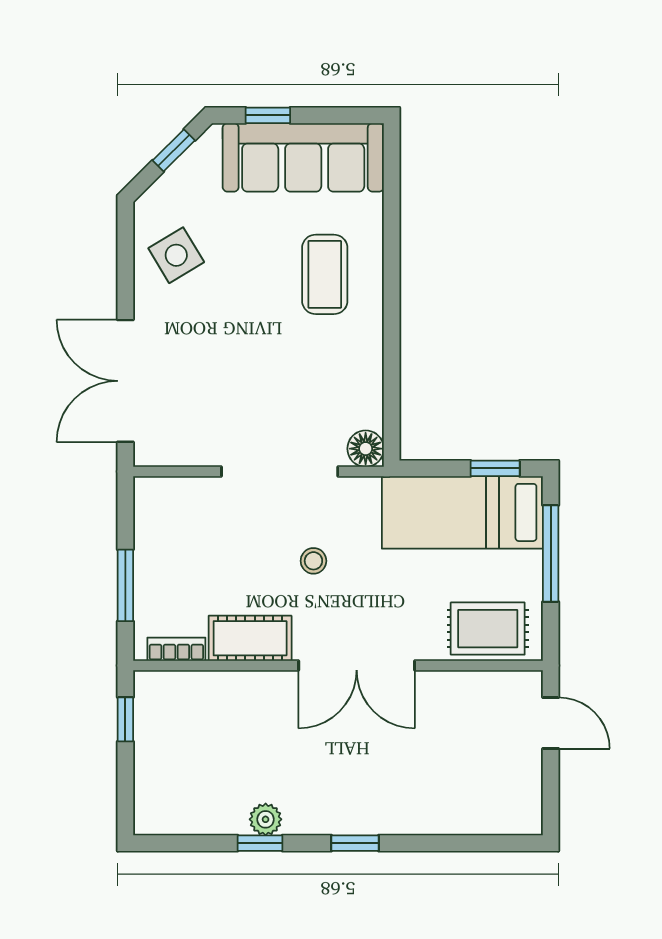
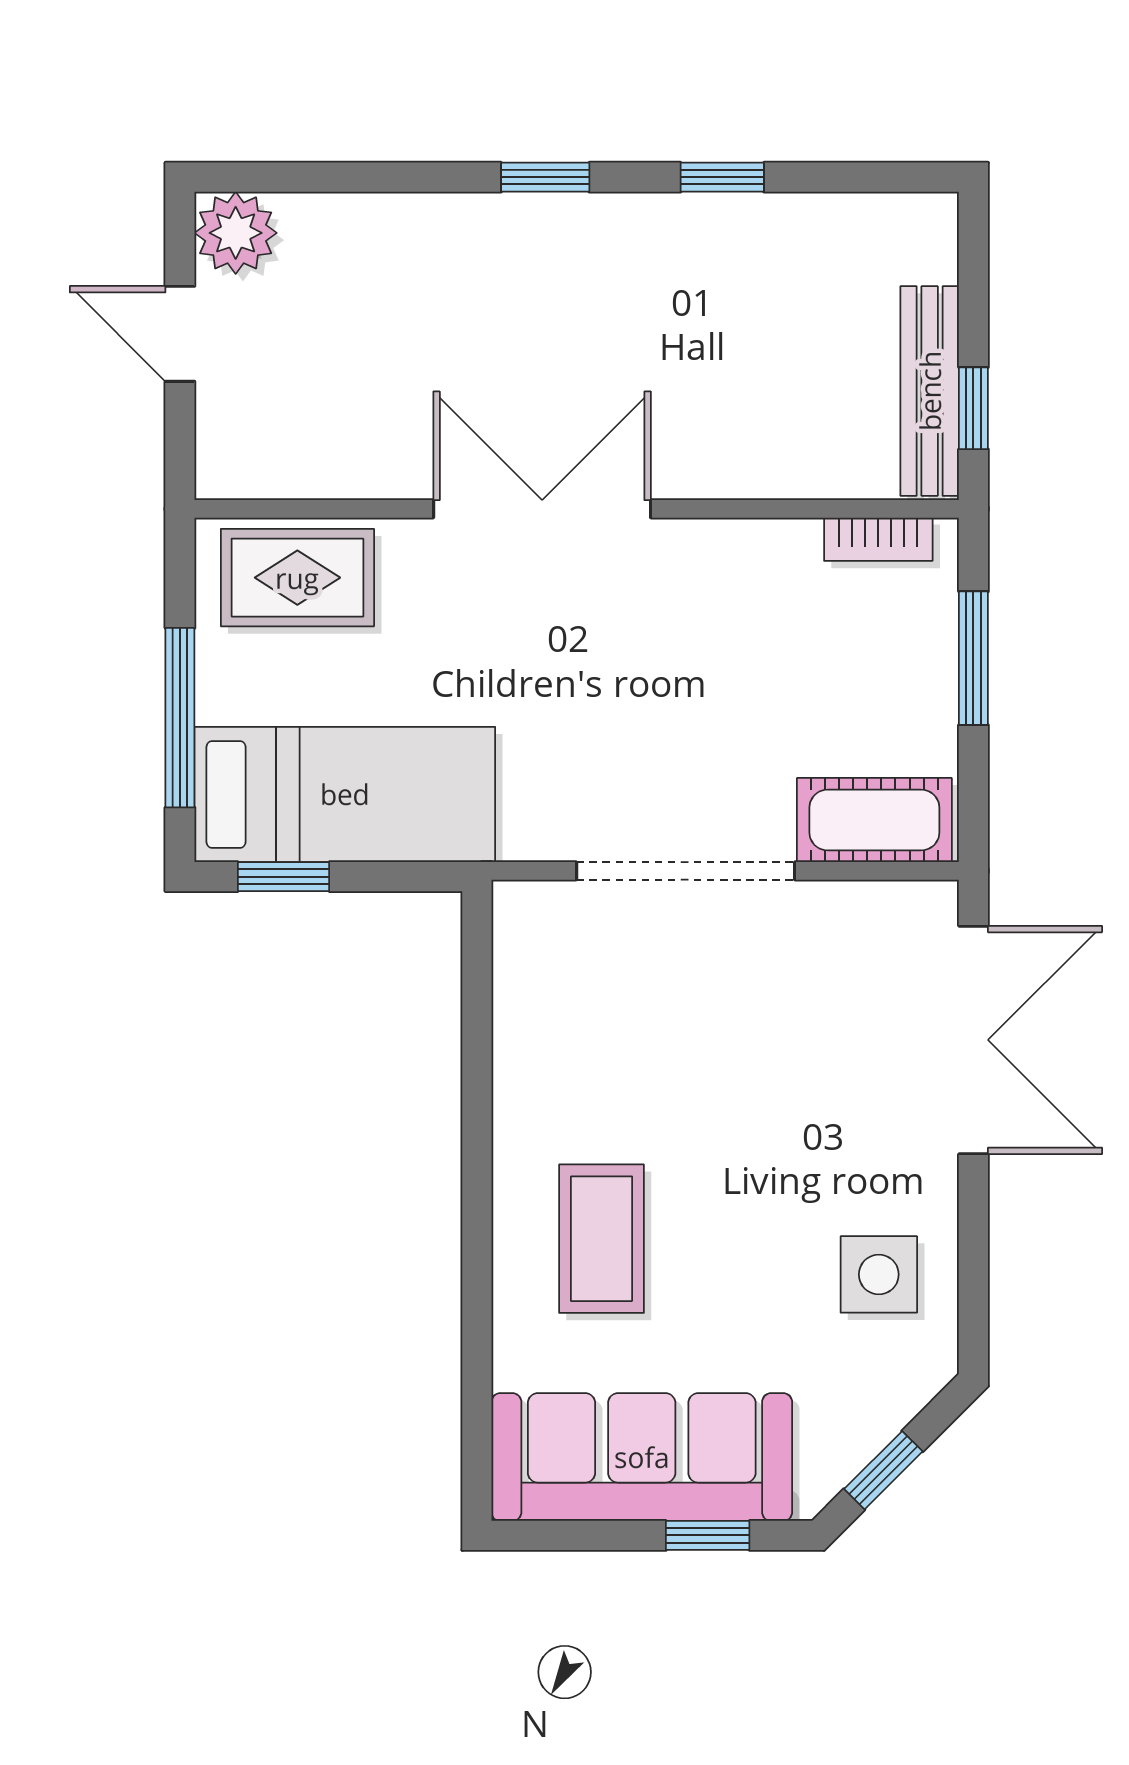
side table: (176, 255) -> (879, 1274), turned 31
floor lamp: (366, 449) -> (525, 913), removed
stool: (313, 561) -> (623, 704), removed
cot: (250, 638) -> (874, 820), moved
door: (551, 723) -> (180, 334), moved
bench: (149, 729) -> (930, 391), added
plant: (266, 819) -> (236, 233), moved, width x1.38, depth x1.38

